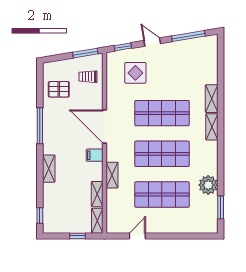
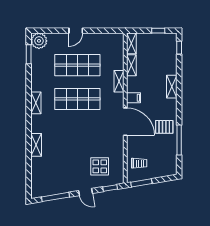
pallet: (59, 89) -> (164, 127), moved
shop shelf: (162, 113) -> (77, 133), removed
window: (40, 126) -> (179, 140), moved
shelving: (212, 127) -> (36, 103), moved
plant: (208, 185) -> (39, 41), moved
window: (78, 236) -> (158, 31), moved
door: (137, 236) -> (76, 31), moved

